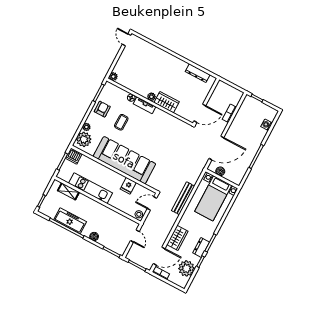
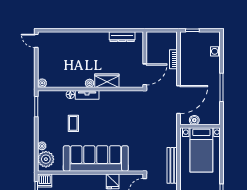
armchair: (102, 109) -> (48, 120), removed

